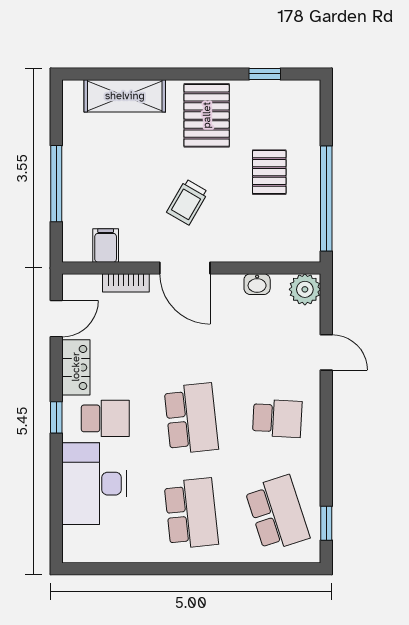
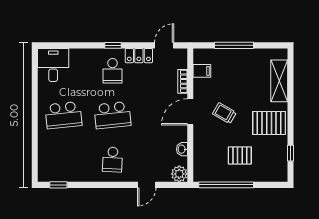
door: (56, 319) -> (164, 45), swing flipped
desk: (94, 484) -> (53, 65), moved, width x0.73
school desk: (277, 513) -> (63, 160), removed

